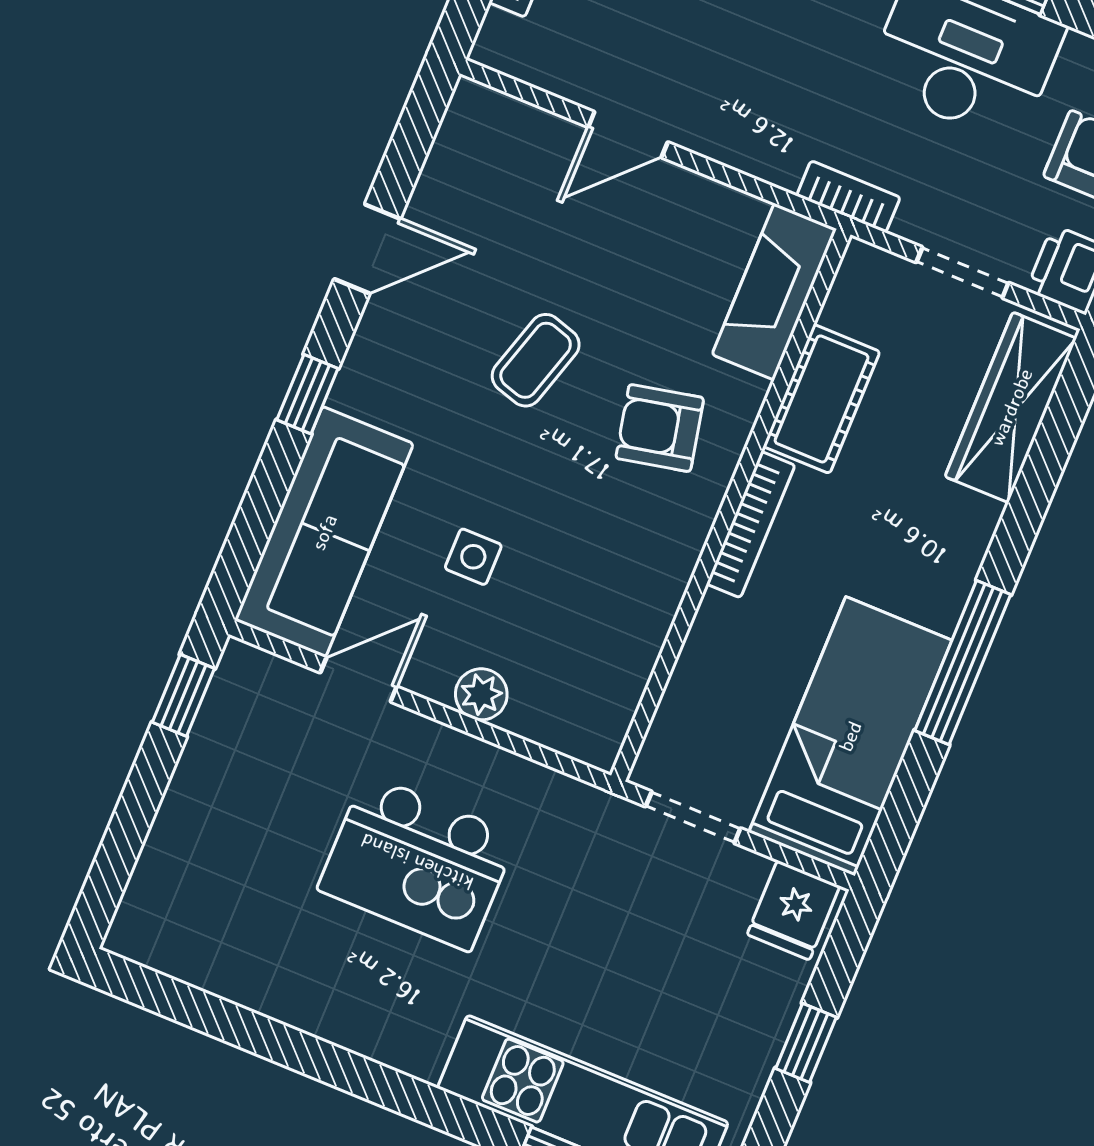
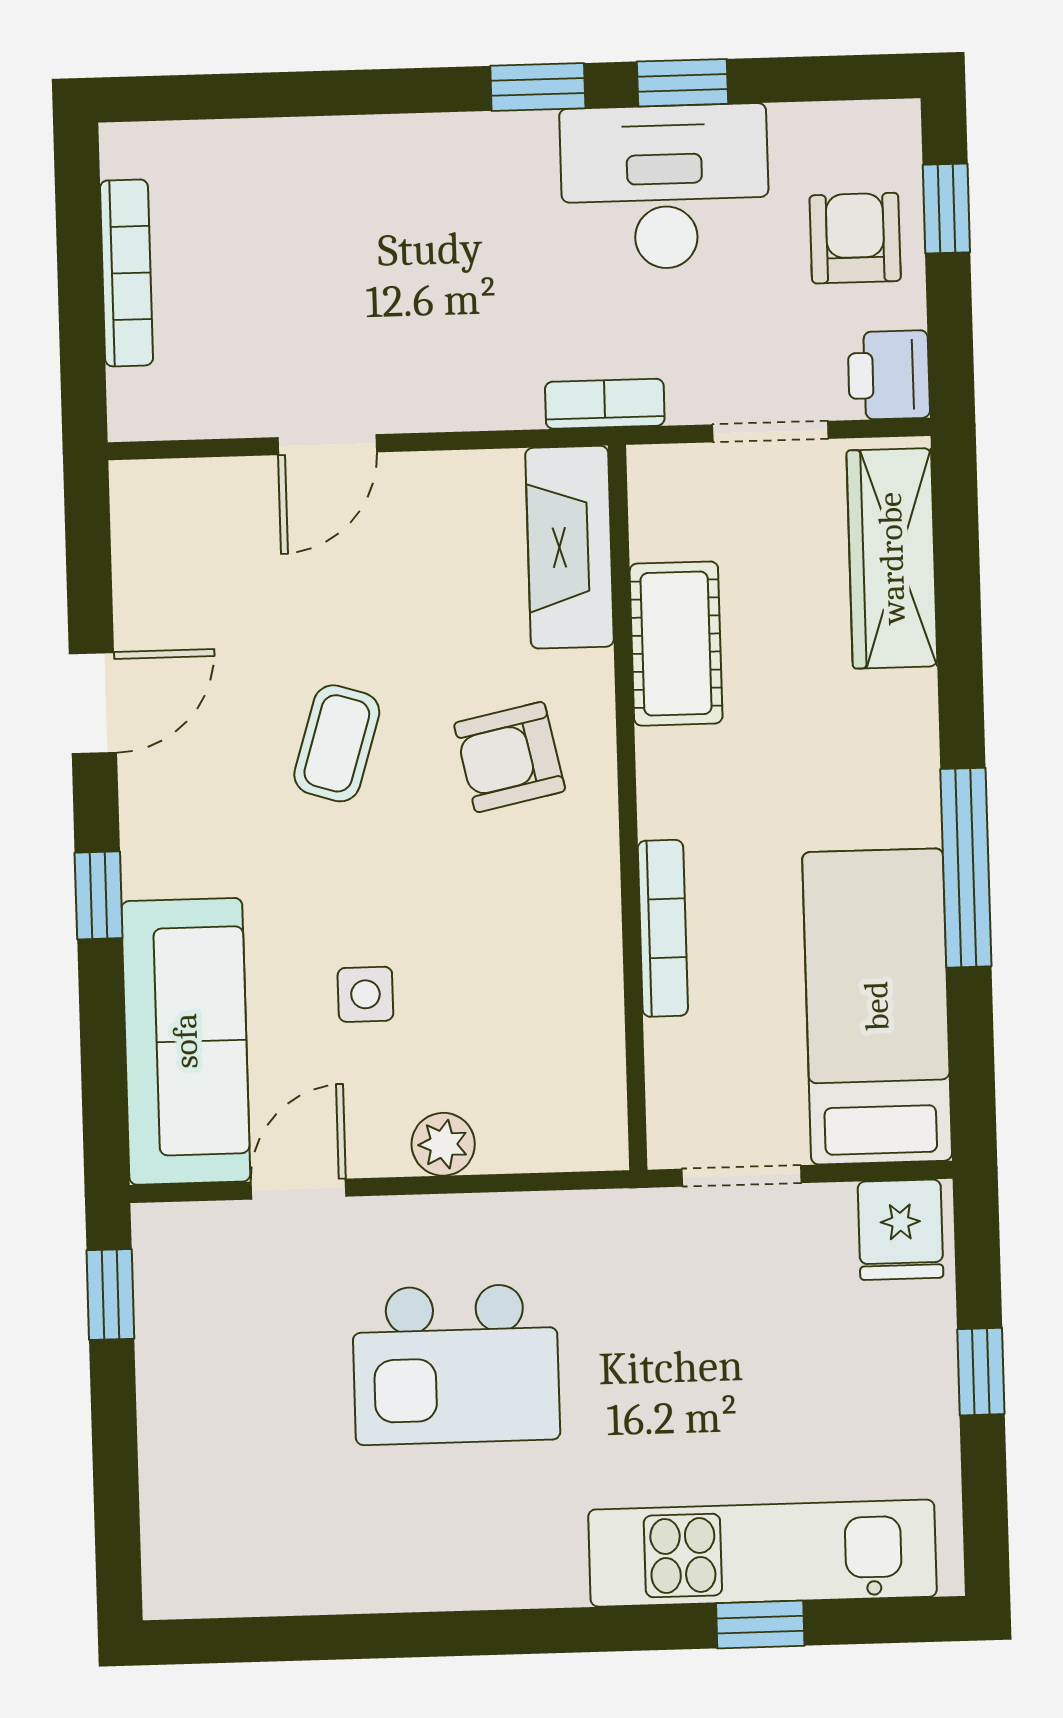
bookcase: (751, 525) -> (663, 928), moved

